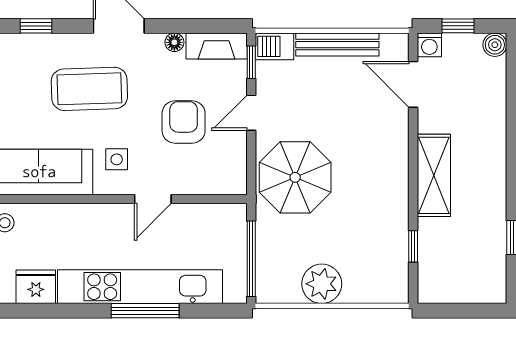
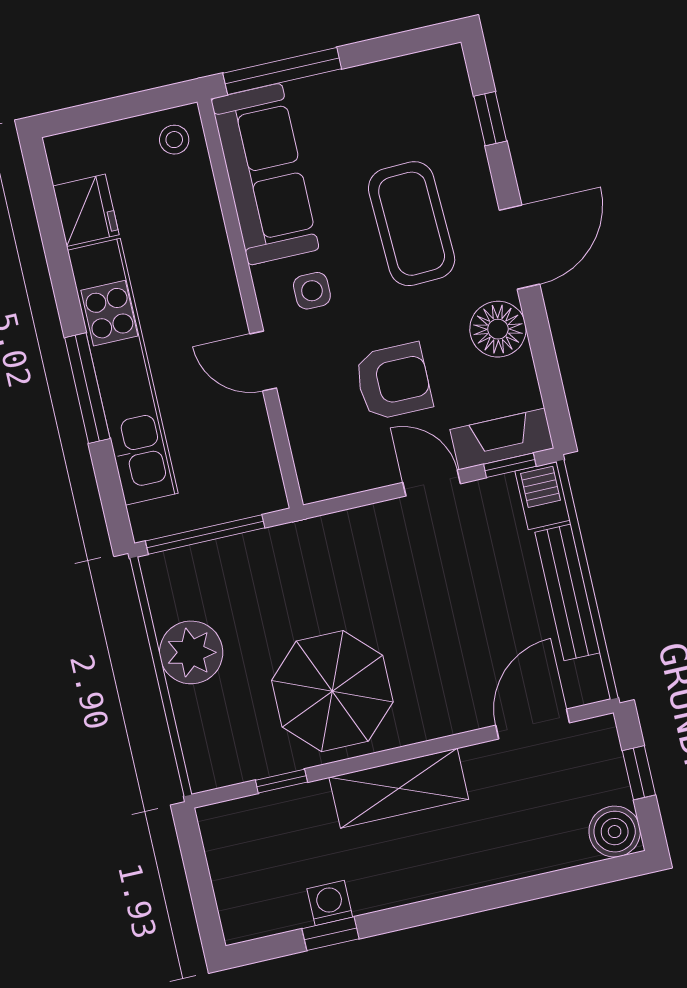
floor lamp: (174, 42) -> (498, 329), width x1.89, depth x1.89
washing machine: (429, 45) -> (330, 903), moved, turned 90
boiler: (495, 45) -> (615, 832), width x1.36, depth x1.36
fireplace: (217, 46) -> (502, 439), moved, turned 90
parasol: (295, 177) -> (332, 691), moved

